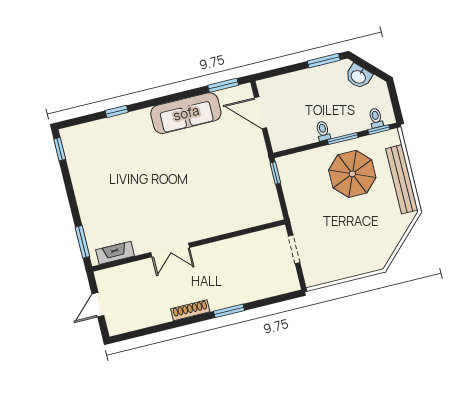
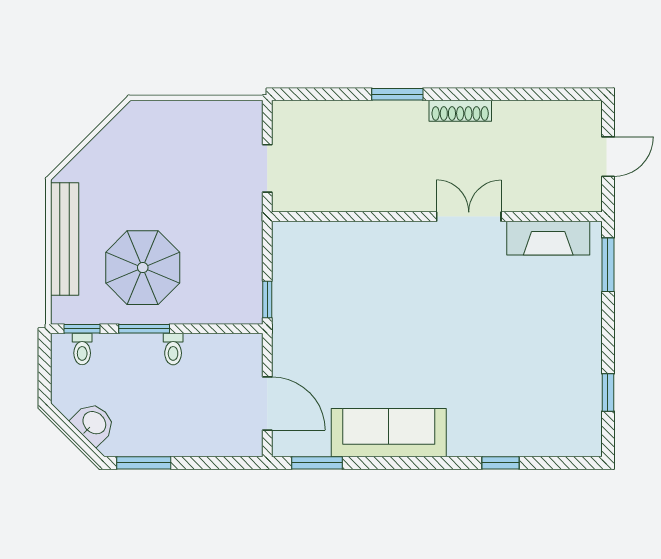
window: (60, 149) -> (608, 392), moved
fireplace: (115, 253) -> (548, 238), width x1.37, depth x1.32

